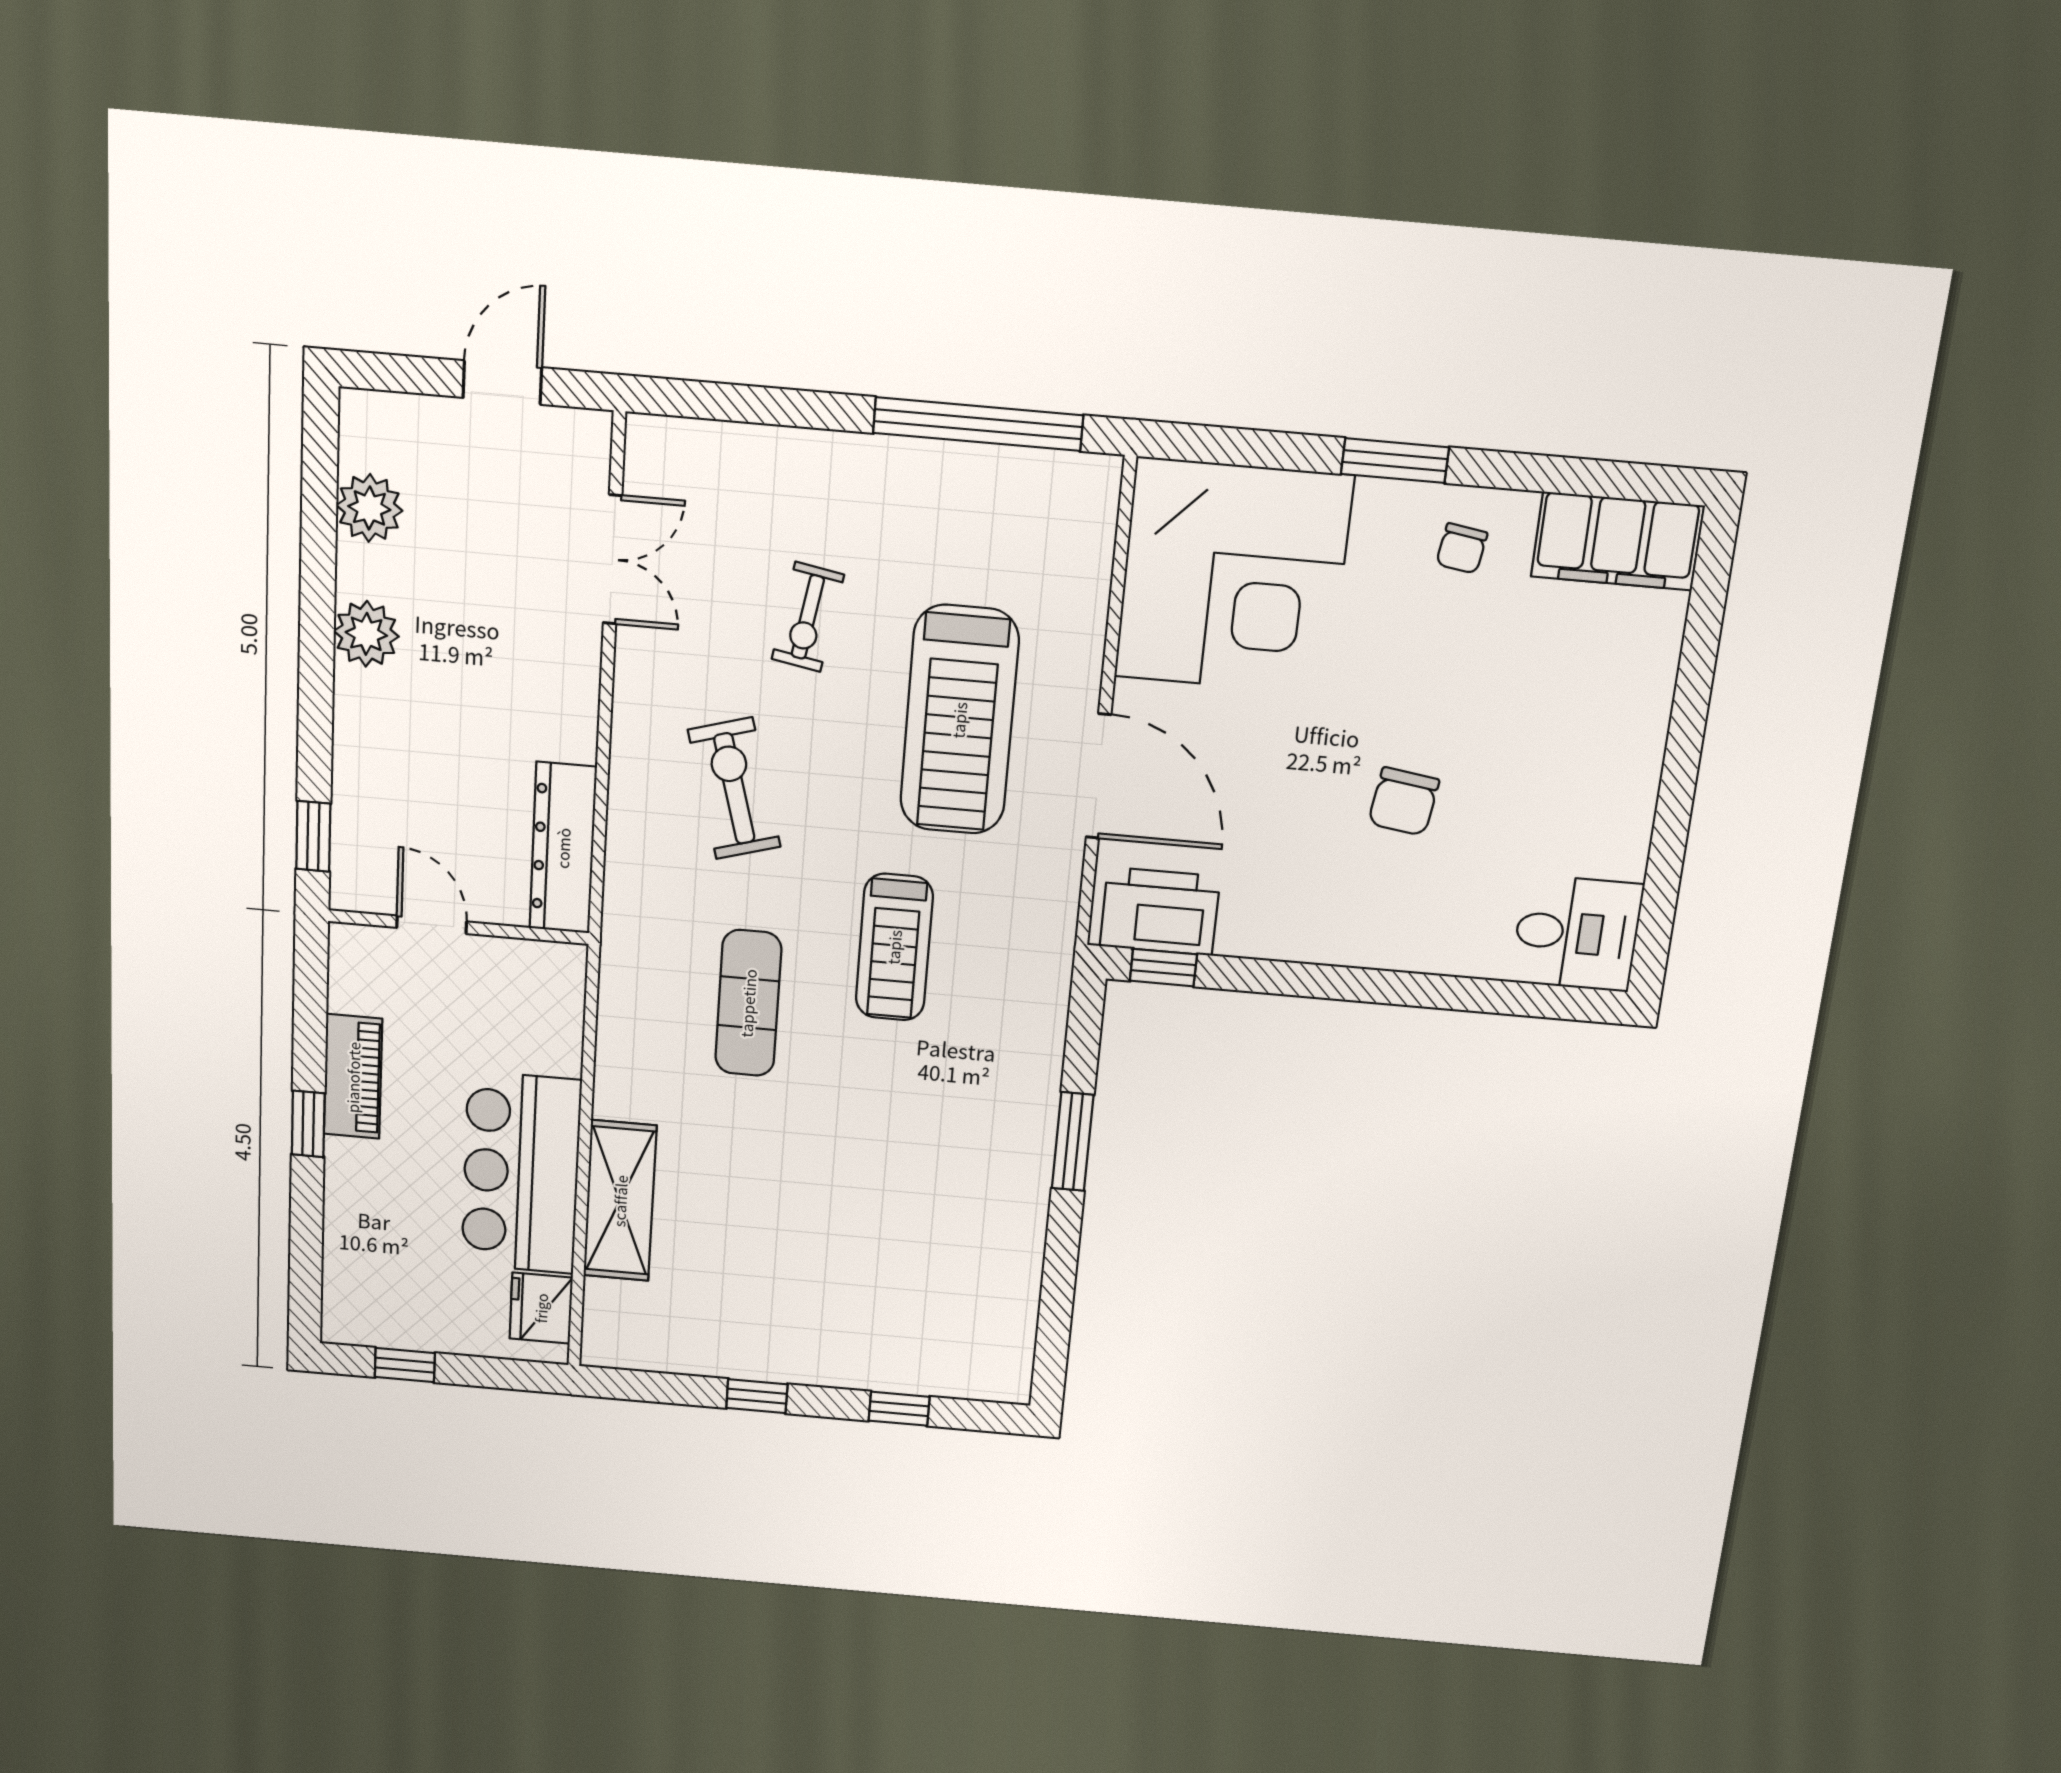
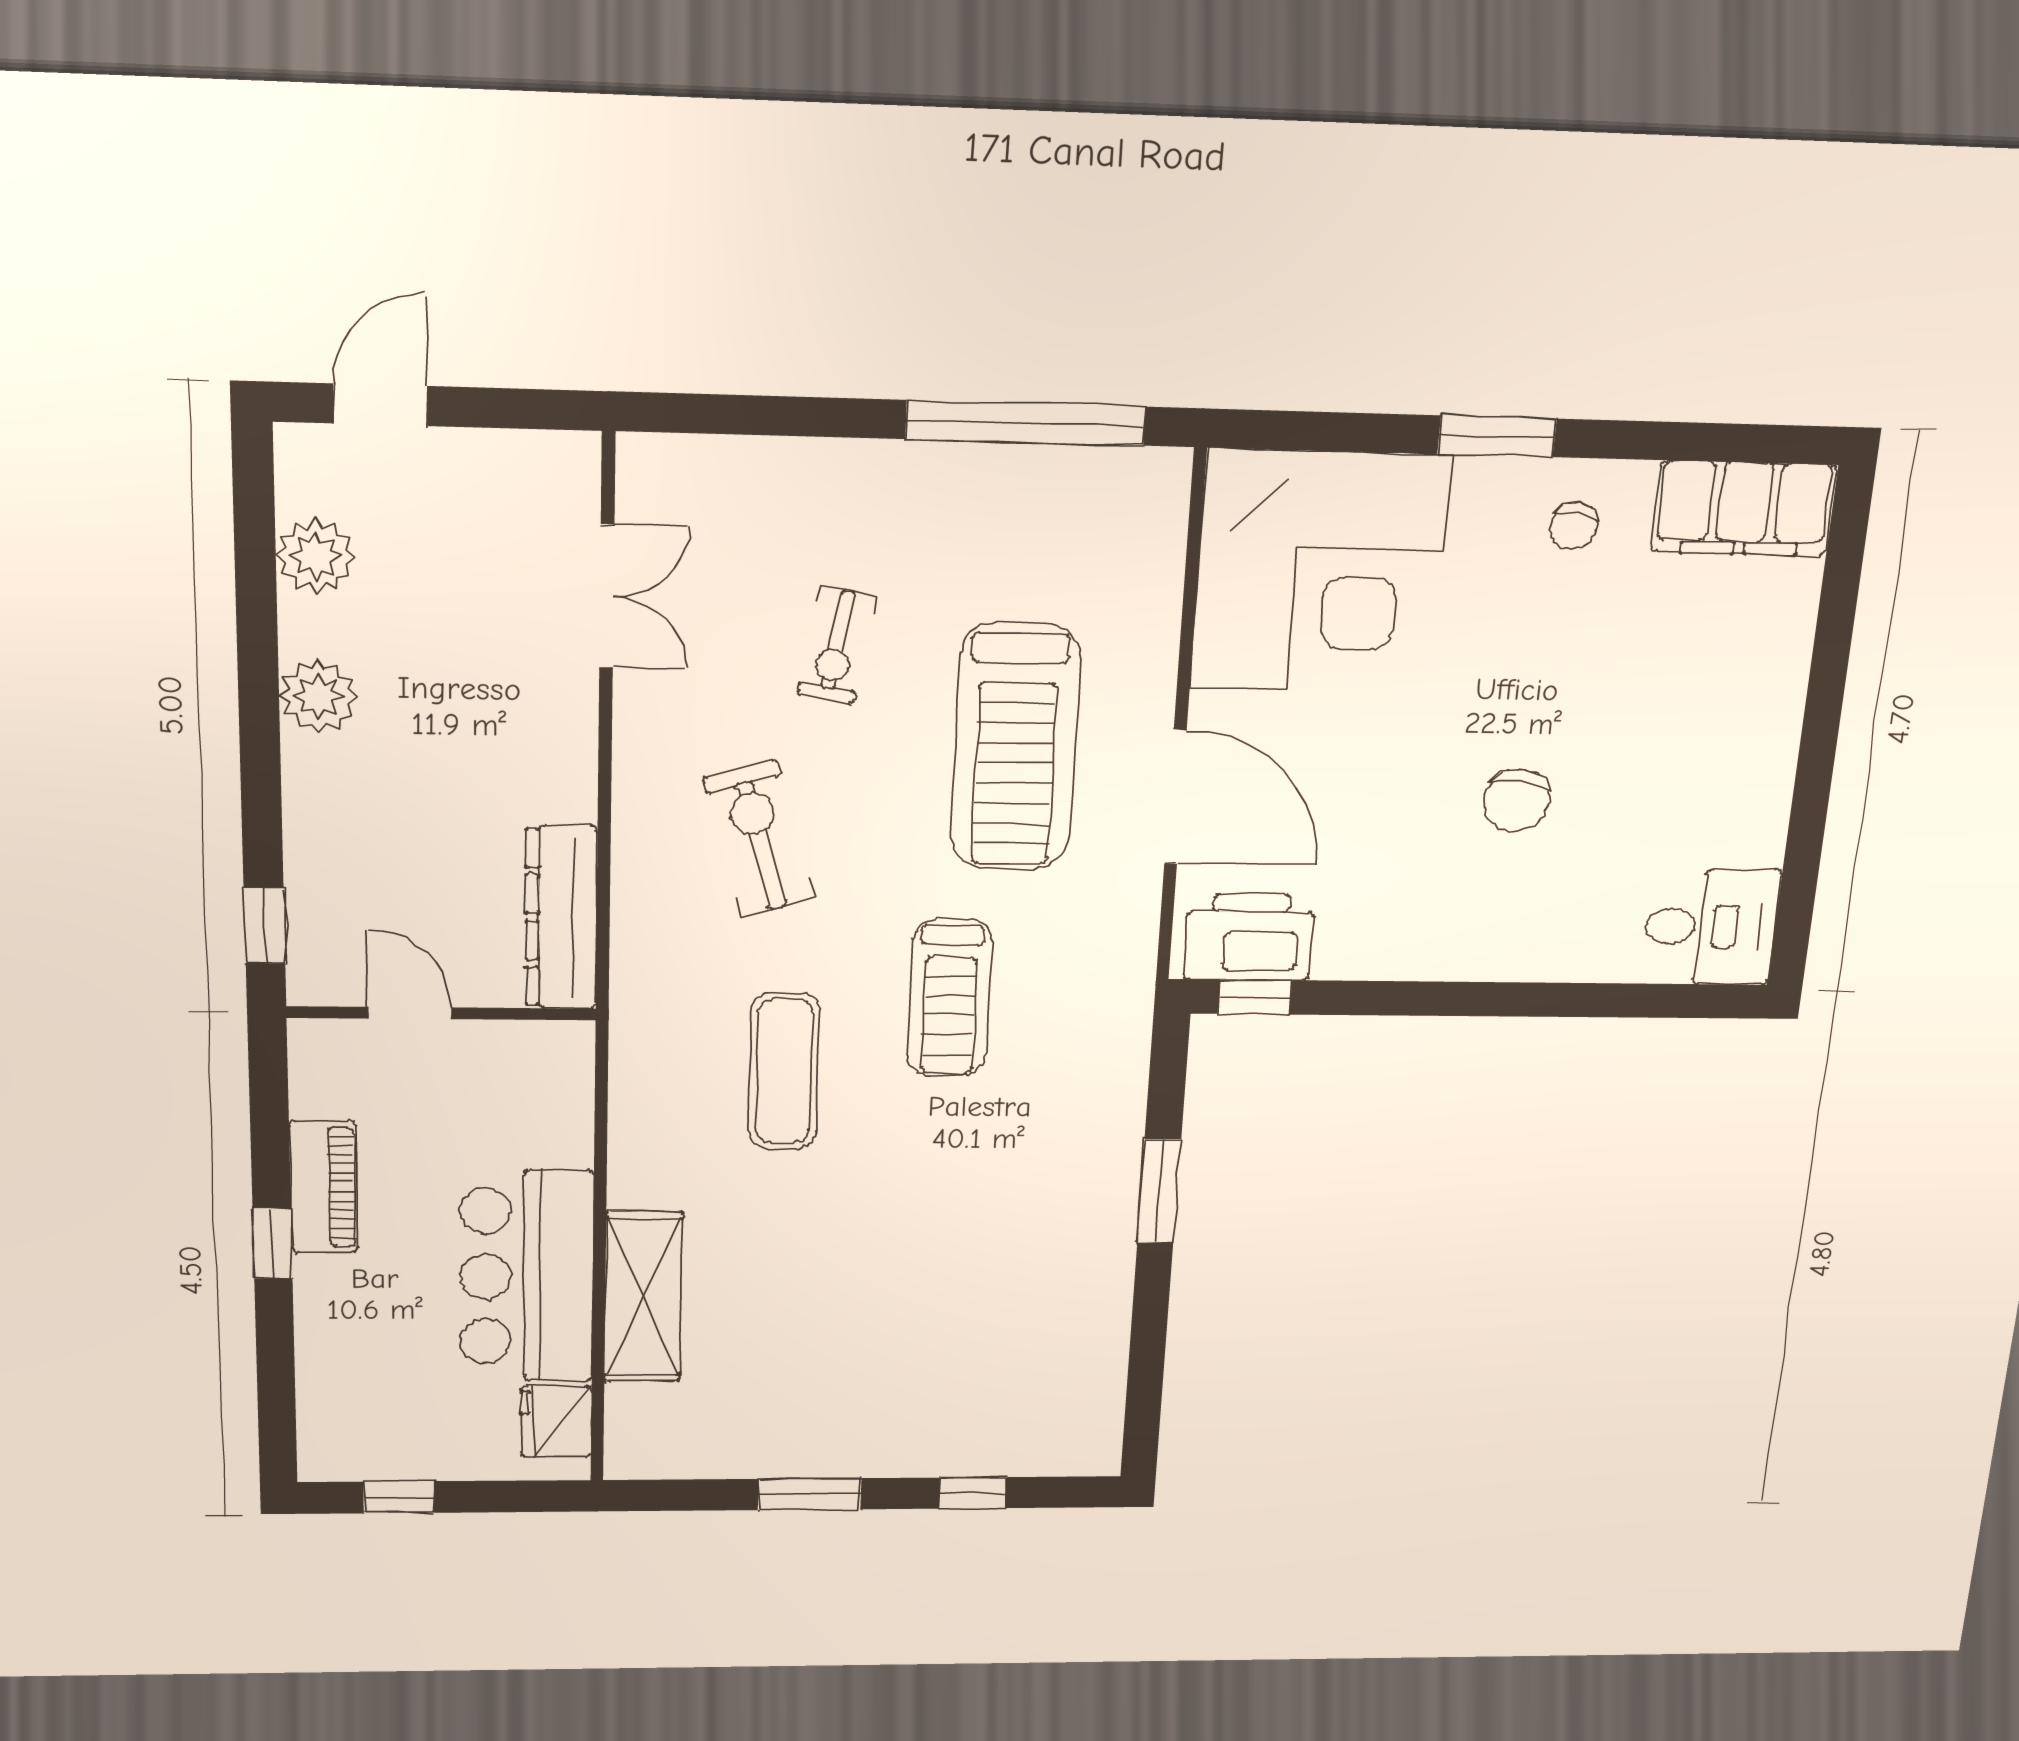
door: (502, 383) -> (380, 405), moved
window: (757, 1396) -> (810, 1494), width x1.50

